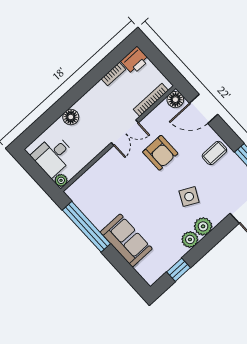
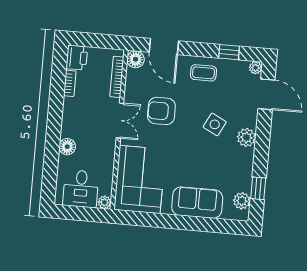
door: (204, 109) -> (164, 46), hinge flipped
armchair: (160, 153) -> (161, 111), turned 180
coffee table: (214, 153) -> (203, 73), turned 90
corner sofa: (101, 187) -> (140, 180), added
window: (86, 227) -> (157, 220), removed
plant: (190, 239) -> (242, 201), moved

